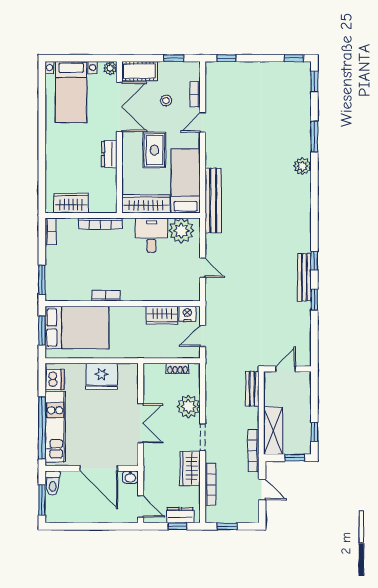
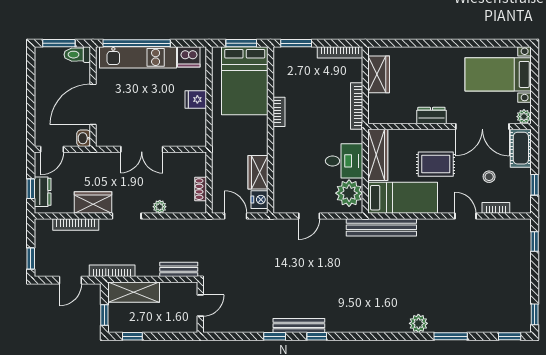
bookcase: (51, 231) -> (340, 52), width x1.56
door: (286, 369) -> (200, 305), hinge flipped
fridge: (102, 376) -> (196, 99), width x0.53, depth x0.75
plant: (189, 407) -> (160, 207), width x0.53, depth x0.53
window: (227, 526) -> (31, 258), moved

